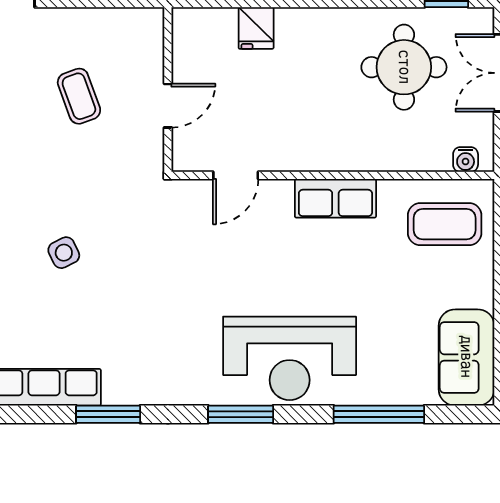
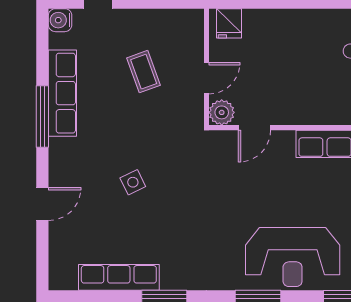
fridge: (256, 28) -> (229, 23), moved
plant: (189, 154) -> (222, 112), added

